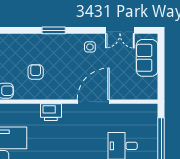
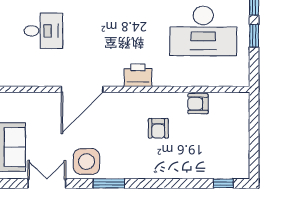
window: (54, 30) -> (109, 183), moved
side table: (90, 47) -> (86, 162), width x1.87, depth x1.87

